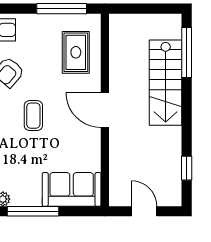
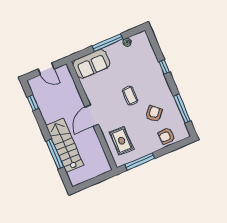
window: (187, 53) -> (55, 154), moved
door: (105, 110) -> (92, 116), swing flipped

